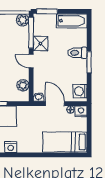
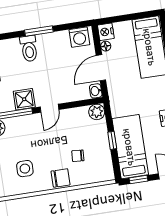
plant: (23, 85) -> (97, 112), moved

